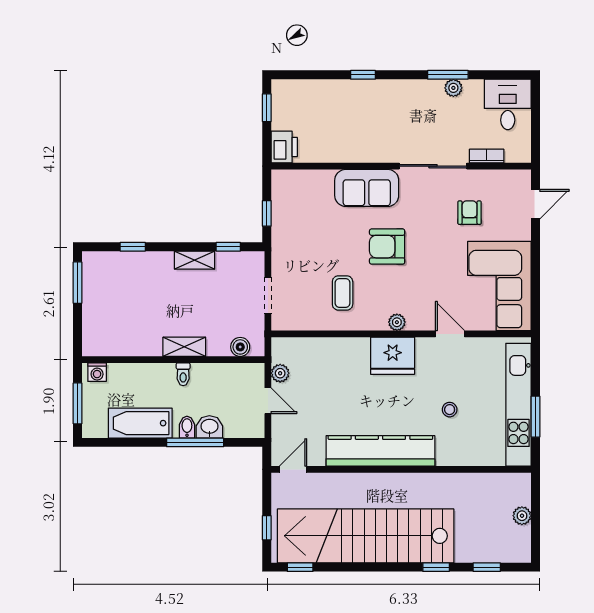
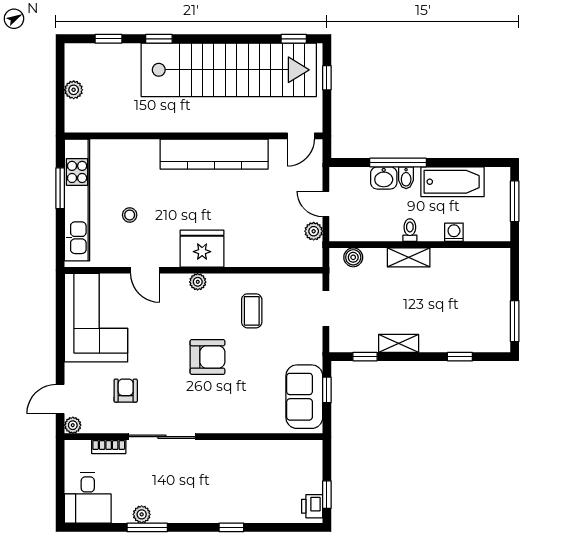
printer: (284, 147) -> (312, 506), moved, width x0.73, depth x0.81
plant: (523, 178) -> (73, 425), added
sofa: (367, 188) -> (304, 397), moved, turned -90
armchair: (470, 213) -> (126, 391), turned 180
washing machine: (97, 372) -> (454, 232), moved
stool: (450, 410) -> (130, 215), moved

